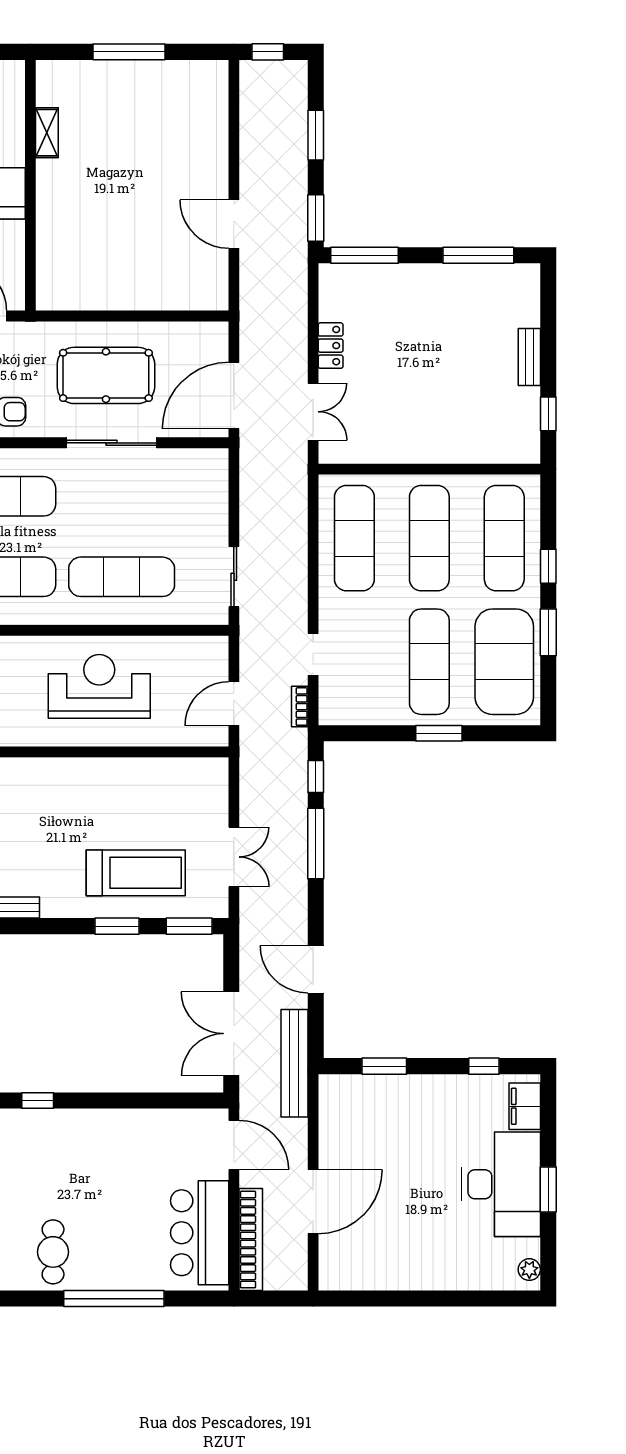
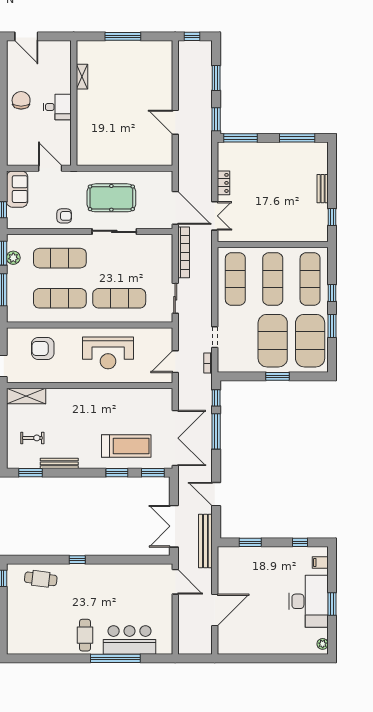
door: (234, 396) -> (175, 208), swing flipped
exercise mat: (429, 662) -> (273, 341), width x1.47
reception desk: (99, 686) -> (108, 353), turned 180
double door: (234, 857) -> (175, 438), width x1.87
filing cabinet: (525, 1106) -> (320, 562), width x0.50
bar counter: (200, 1233) -> (130, 640), moved, turned 90
bookcase: (251, 1240) -> (184, 252), moved

